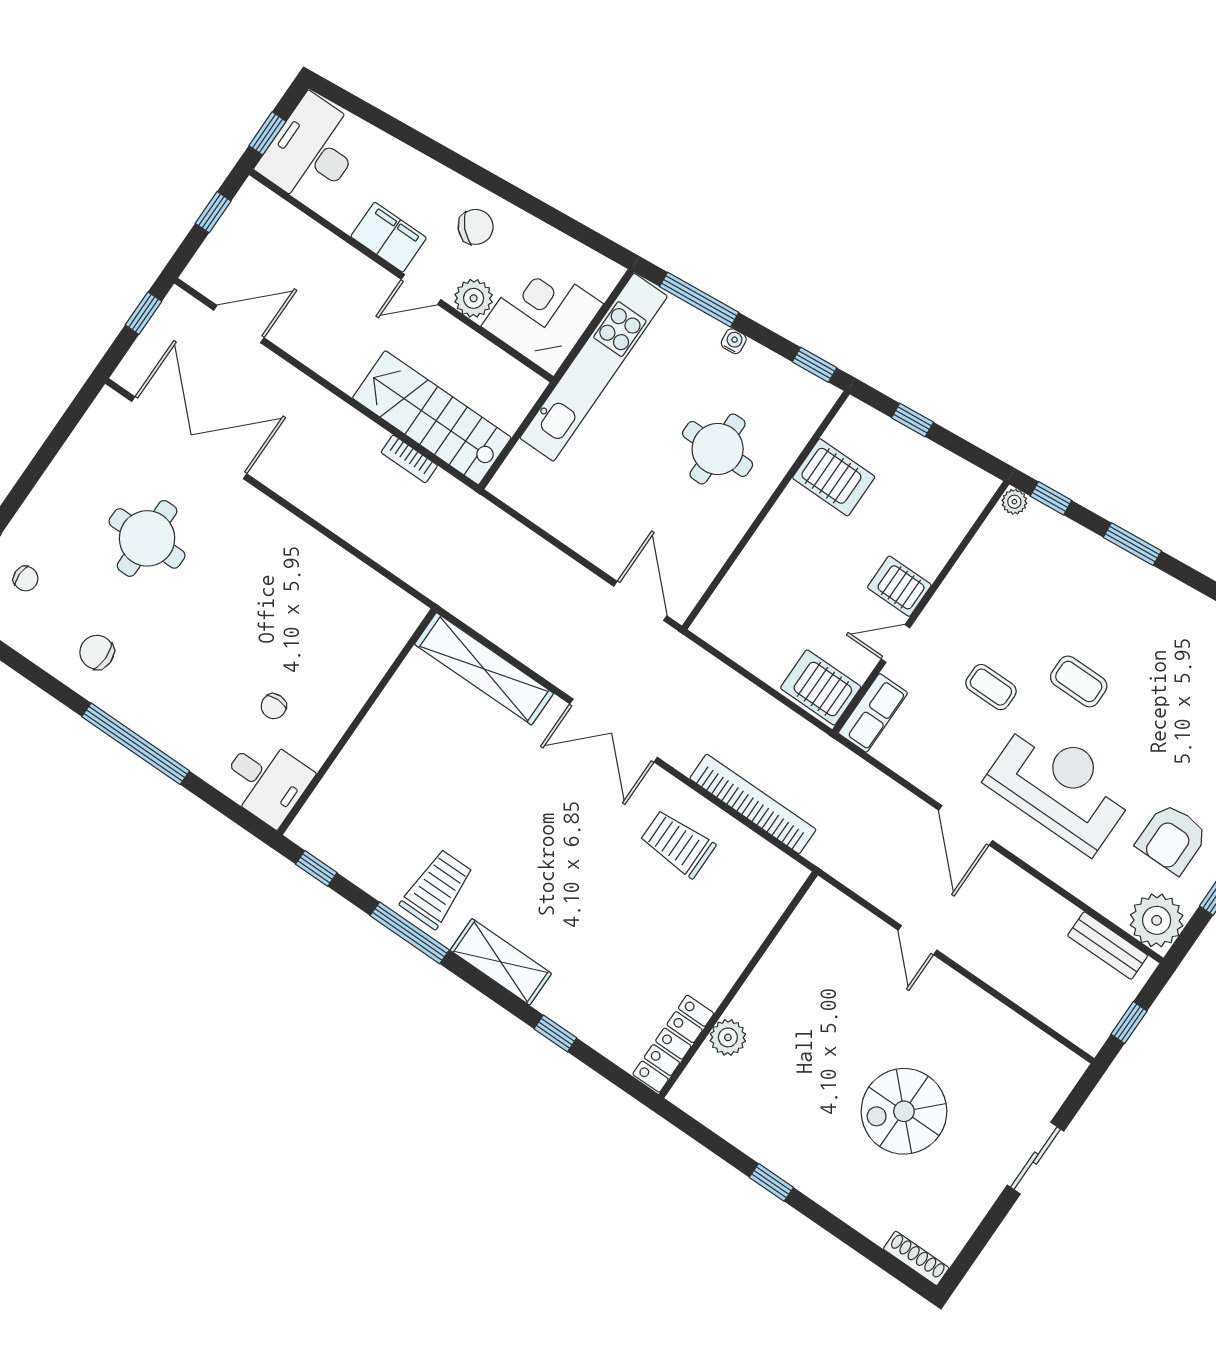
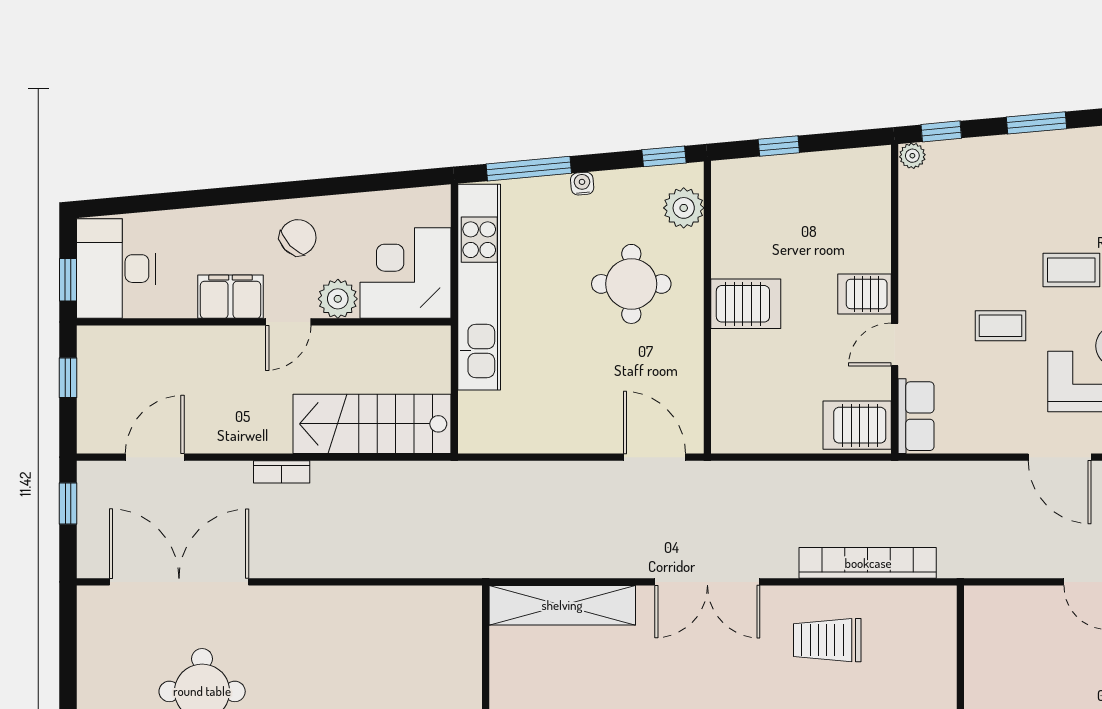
plant: (802, 417) -> (684, 208), added
bookcase: (409, 459) -> (282, 472), moved
server rack: (834, 477) -> (746, 304), moved

